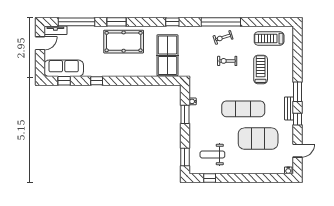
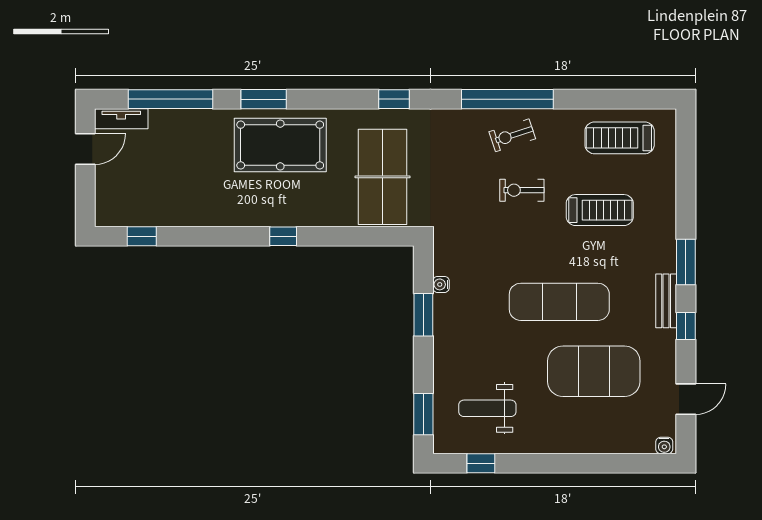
sofa: (64, 68) -> (141, 207), removed
treadmill: (261, 69) -> (600, 210), turned 90
window: (97, 81) -> (283, 236), moved

